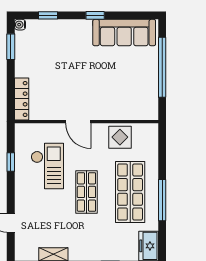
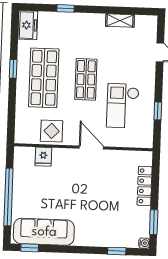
window: (95, 15) -> (30, 248), moved
locker: (22, 99) -> (145, 186), moved
fridge: (127, 110) -> (43, 157), added
window: (162, 200) -> (13, 69), width x0.46

